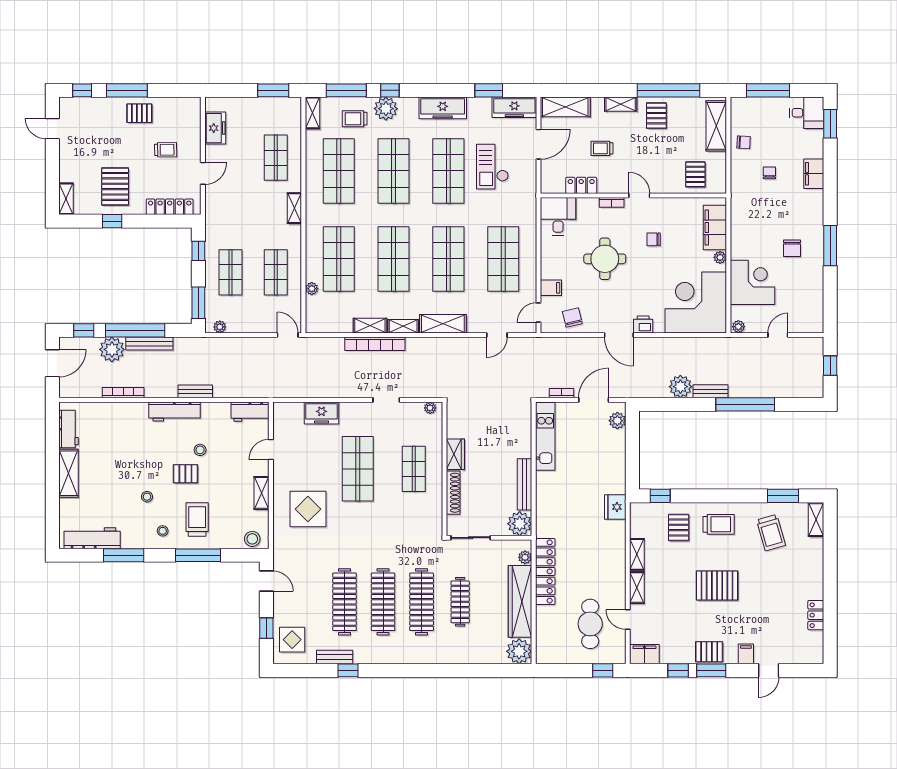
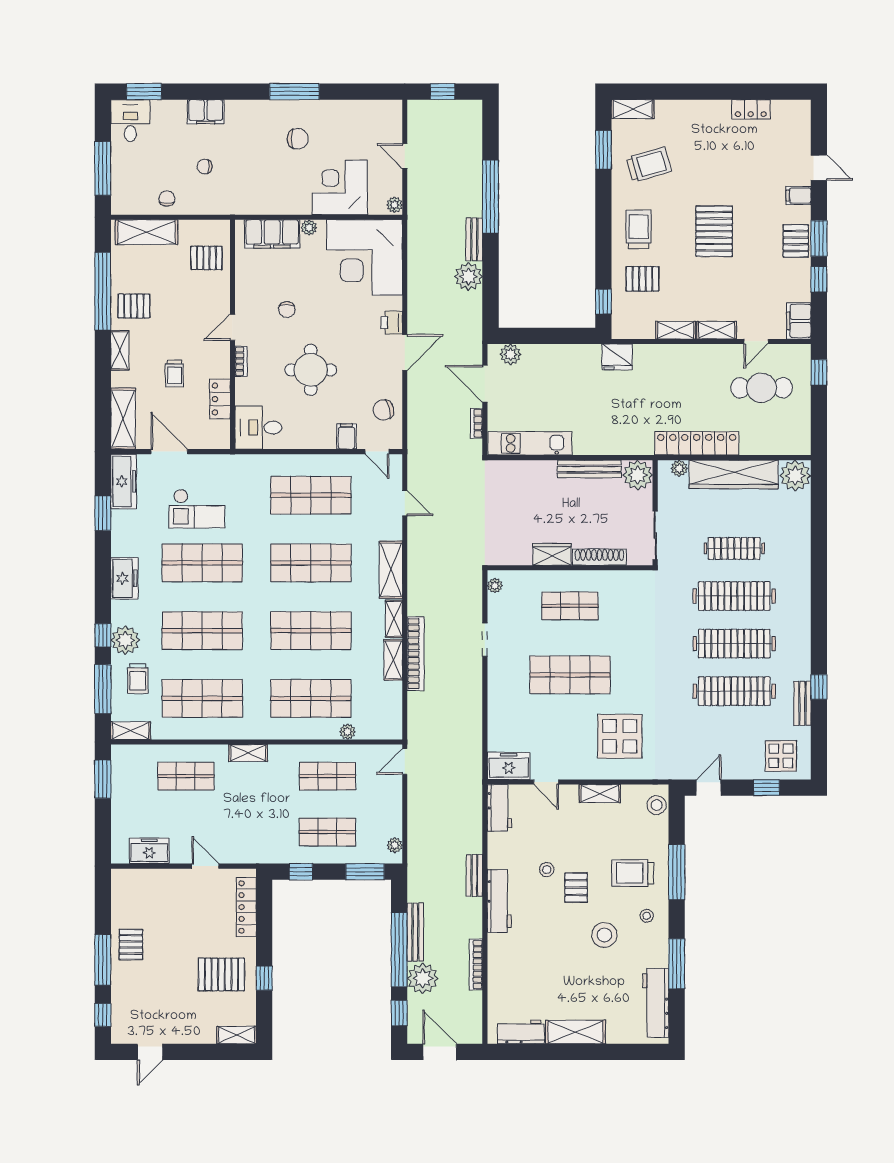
freezer: (443, 108) -> (124, 578), width x0.71
trolley: (166, 150) -> (176, 912), removed
freezer: (322, 413) -> (509, 766), moved, turned -90
stool: (147, 497) -> (604, 935), width x1.89, depth x1.89

